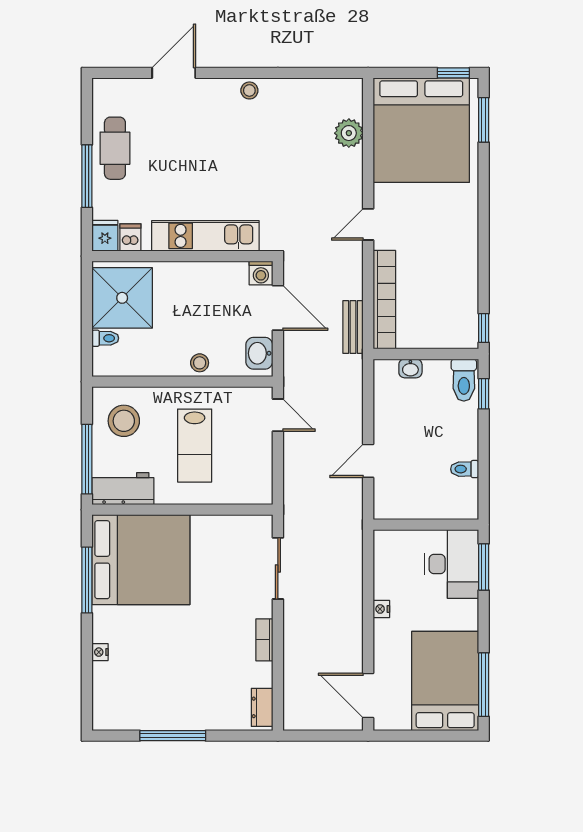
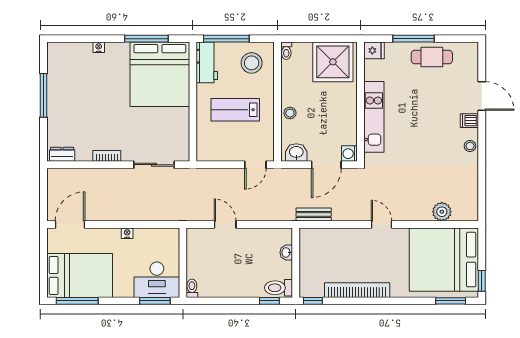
dishwasher: (130, 237) -> (469, 121), moved, turned 180
bookcase: (384, 300) -> (357, 290), moved, turned 180
toilet: (105, 338) -> (286, 51), moved
toilet: (465, 469) -> (192, 288), moved

